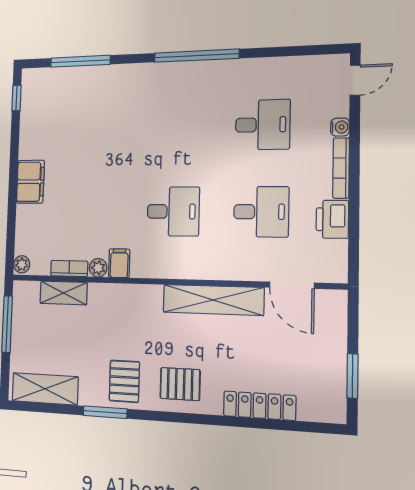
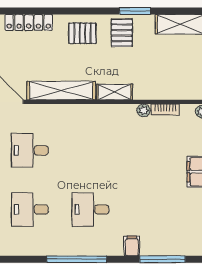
desk: (173, 211) -> (90, 209), moved
filing cabinet: (119, 263) -> (132, 246), moved, turned 180
shelving: (64, 293) -> (114, 92), moved

